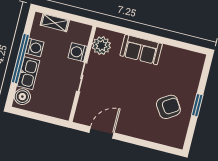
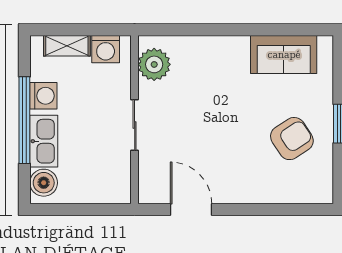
sofa: (141, 50) -> (284, 54), moved
washing machine: (78, 52) -> (106, 49), moved, turned -90
door: (102, 133) -> (191, 210), hinge flipped

